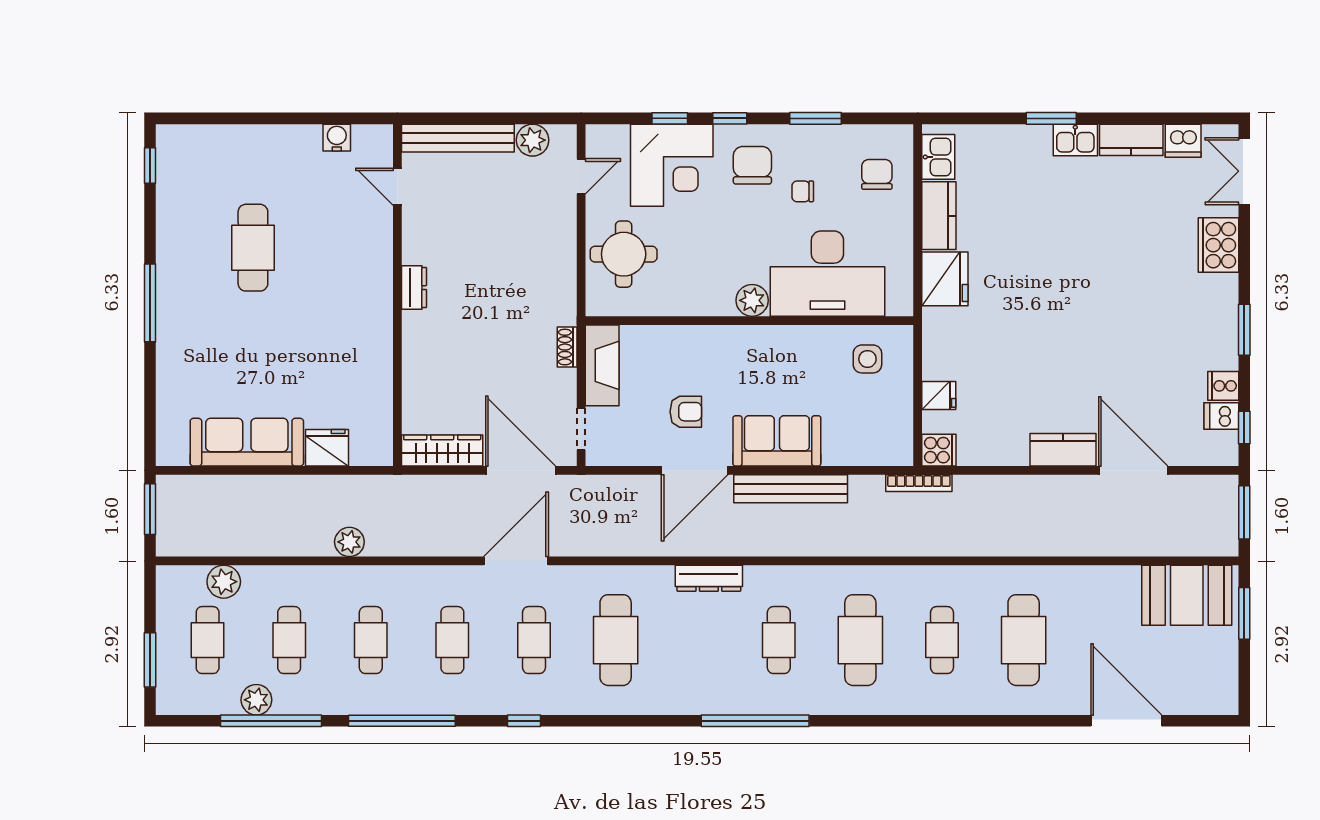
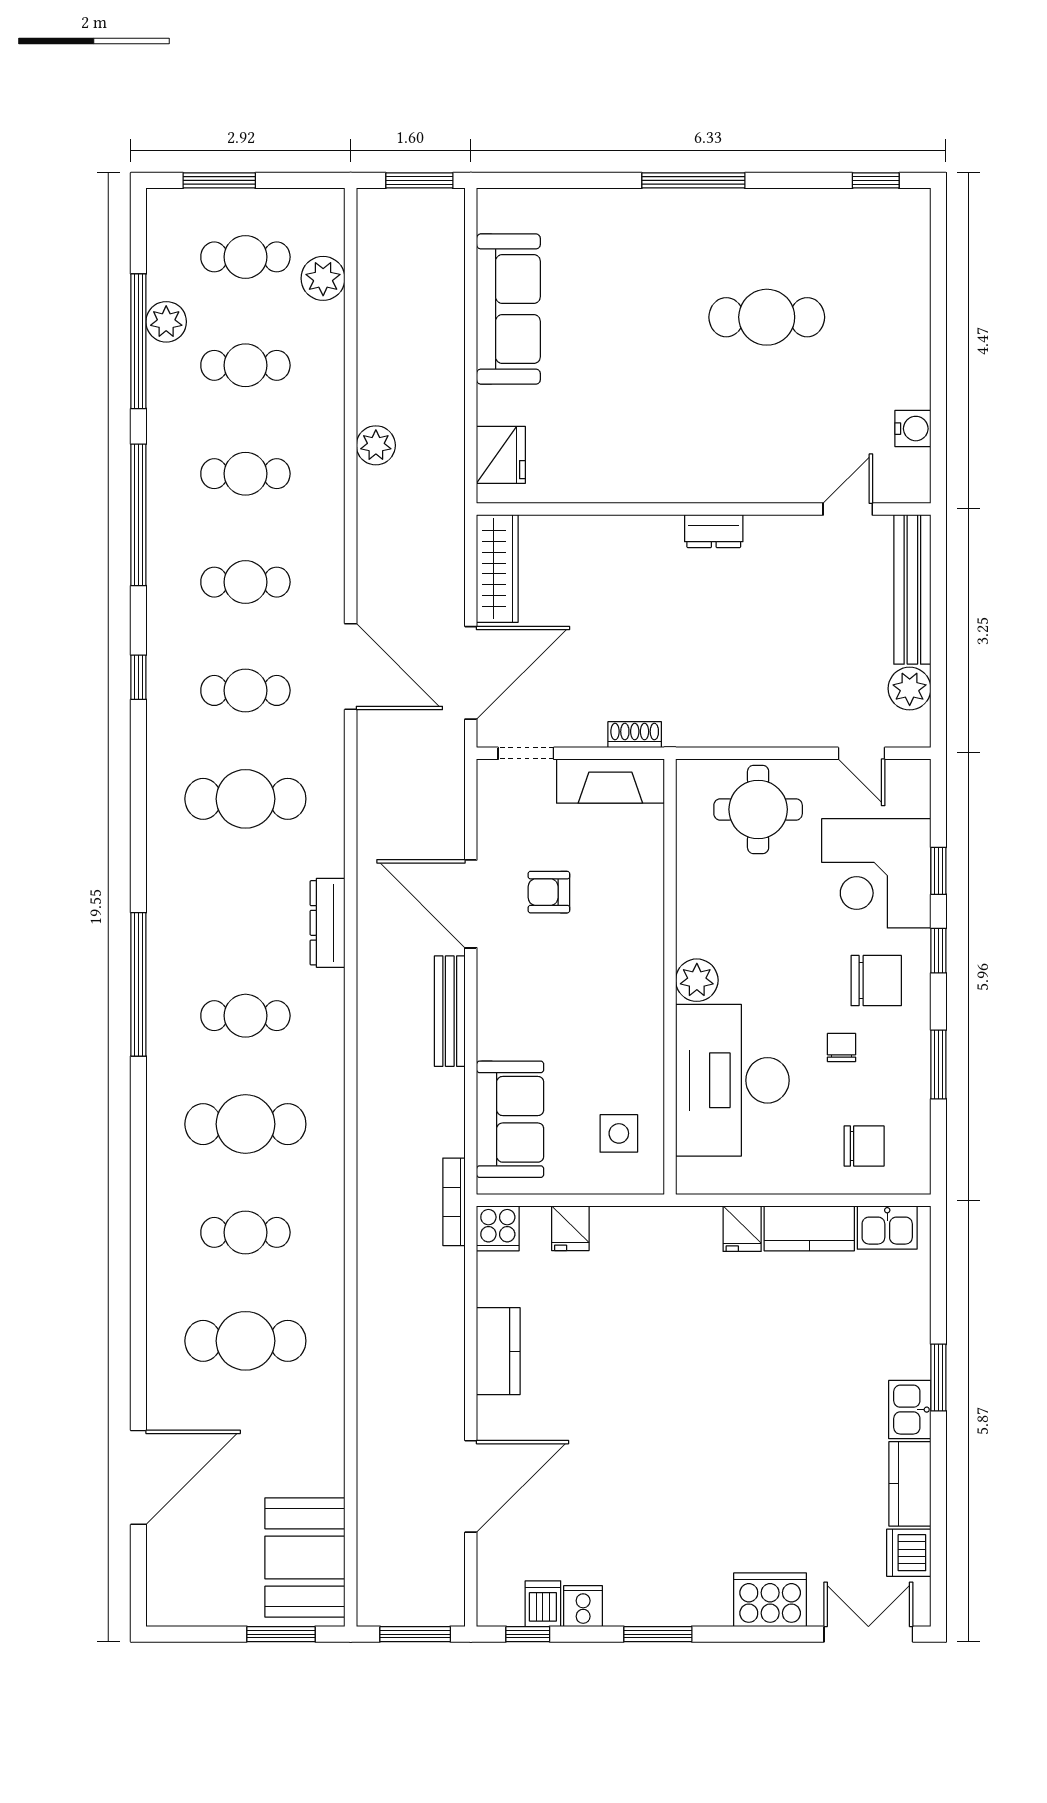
fridge: (945, 279) -> (742, 1229), width x0.53, depth x0.75
armchair: (686, 412) -> (549, 892), turned 90
sofa: (777, 441) -> (510, 1119), moved
fridge: (327, 448) -> (501, 455), moved
kitchen counter: (1063, 450) -> (498, 1351), moved
bench: (791, 489) -> (450, 1011), width x0.73, depth x0.82

